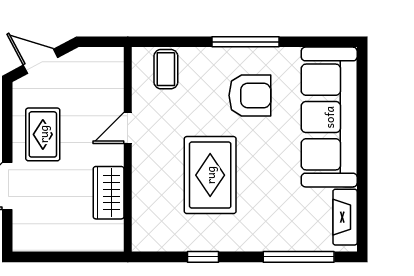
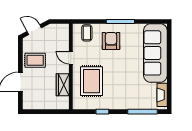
armchair: (250, 95) -> (111, 41), moved, turned -90
door: (128, 128) -> (71, 58), hinge flipped
rug: (43, 134) -> (35, 60), turned 90
rug: (210, 175) -> (91, 81), moved

